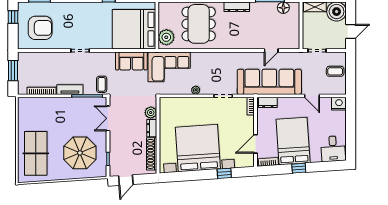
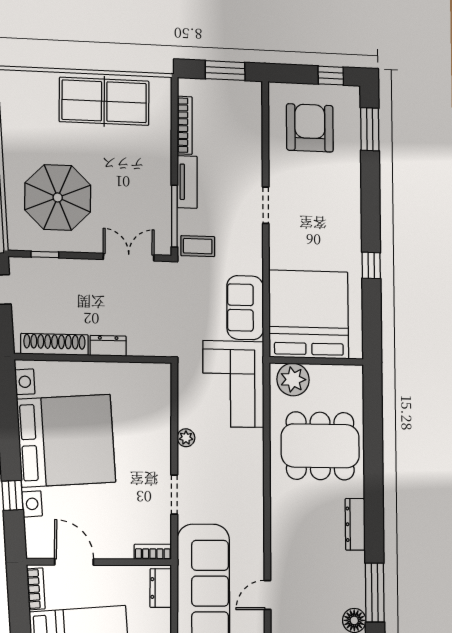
armchair: (40, 28) -> (310, 128), turned 180
door: (271, 50) -> (268, 595), hinge flipped
plant: (151, 113) -> (140, 344), removed
table tennis table: (36, 153) -> (104, 101), moved

